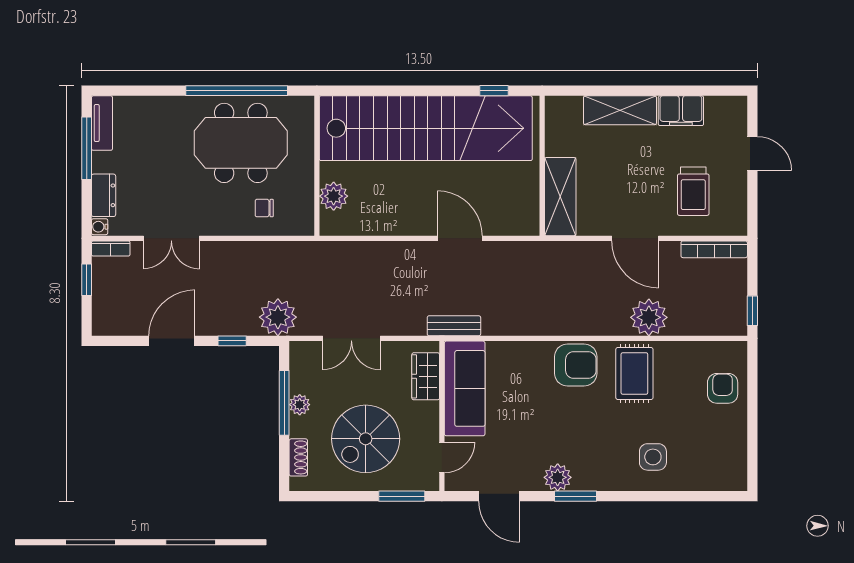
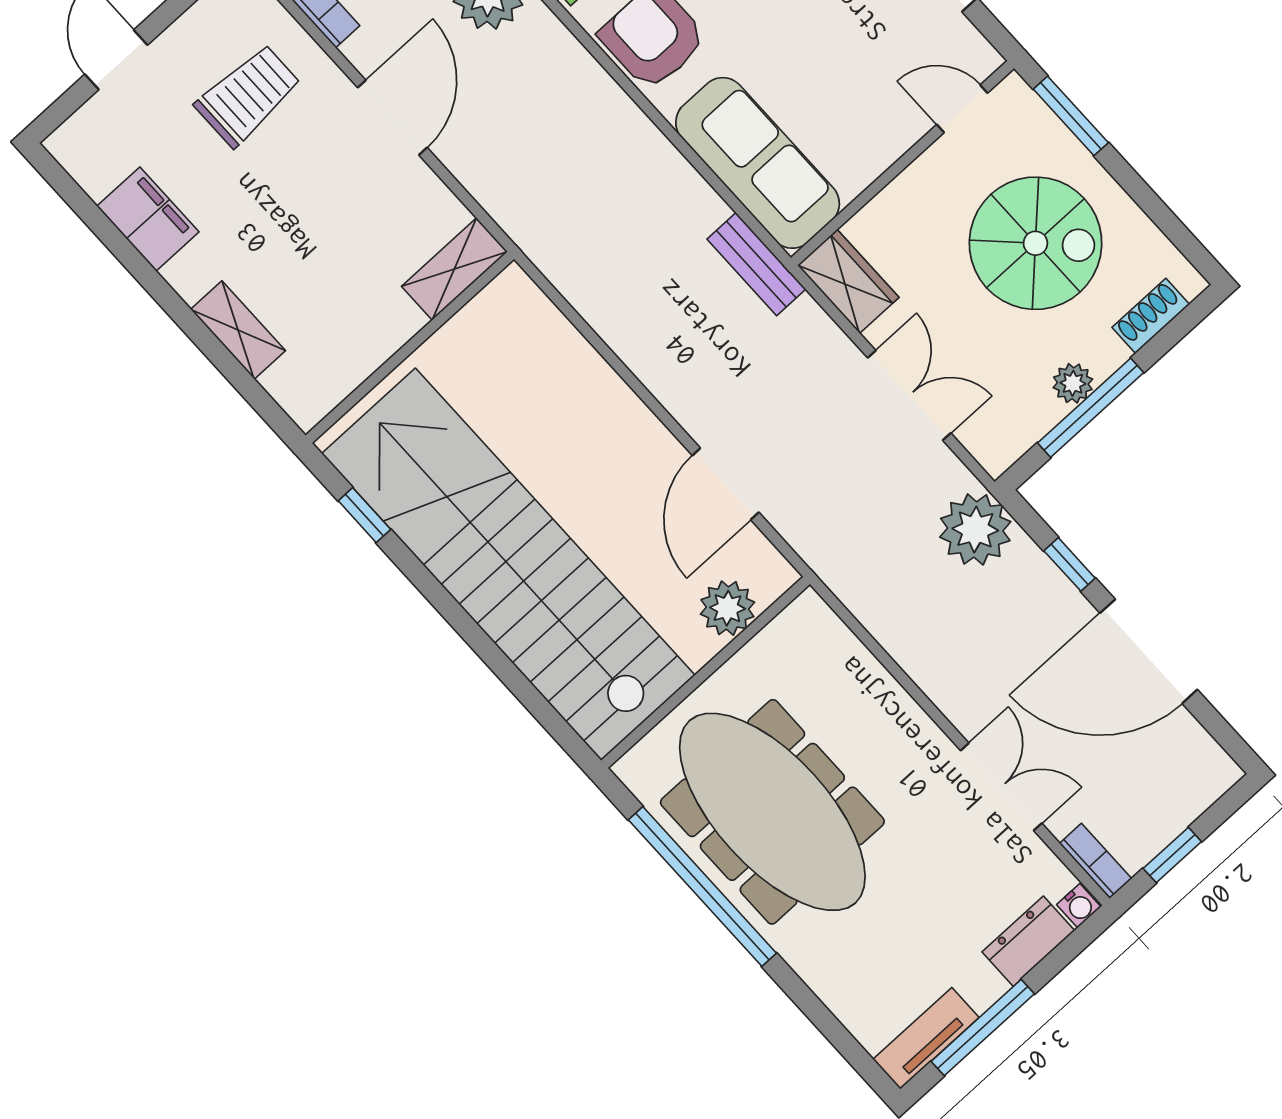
shelving: (620, 110) -> (238, 330), width x0.67, depth x0.75
meeting table: (241, 143) -> (772, 812), width x1.36
shelving: (560, 197) -> (454, 269), width x0.67, depth x0.75
chair: (264, 208) -> (836, 693), removed
door: (460, 238) -> (726, 484), moved
door: (172, 341) -> (1149, 651), width x1.36
wardrobe: (426, 376) -> (848, 281), moved, turned -90
sofa: (465, 388) -> (758, 163), moved, turned 90

